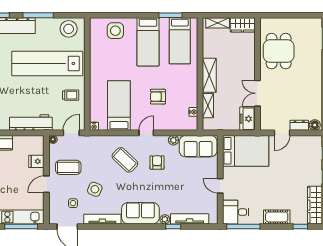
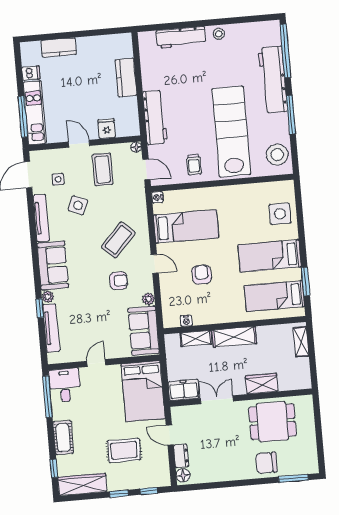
wardrobe: (243, 25) -> (262, 384), moved, turned 90
chair: (311, 59) -> (266, 463), added
rug: (291, 170) -> (124, 450), added

